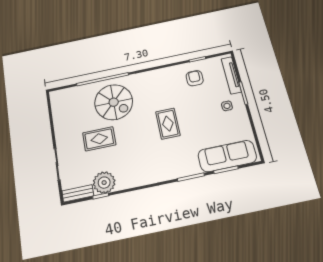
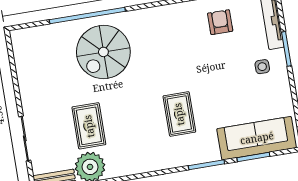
spiral stairs: (114, 102) -> (103, 52), turned 90
rug: (168, 124) -> (179, 114), moved
rug: (99, 139) -> (89, 126), moved, turned 90

